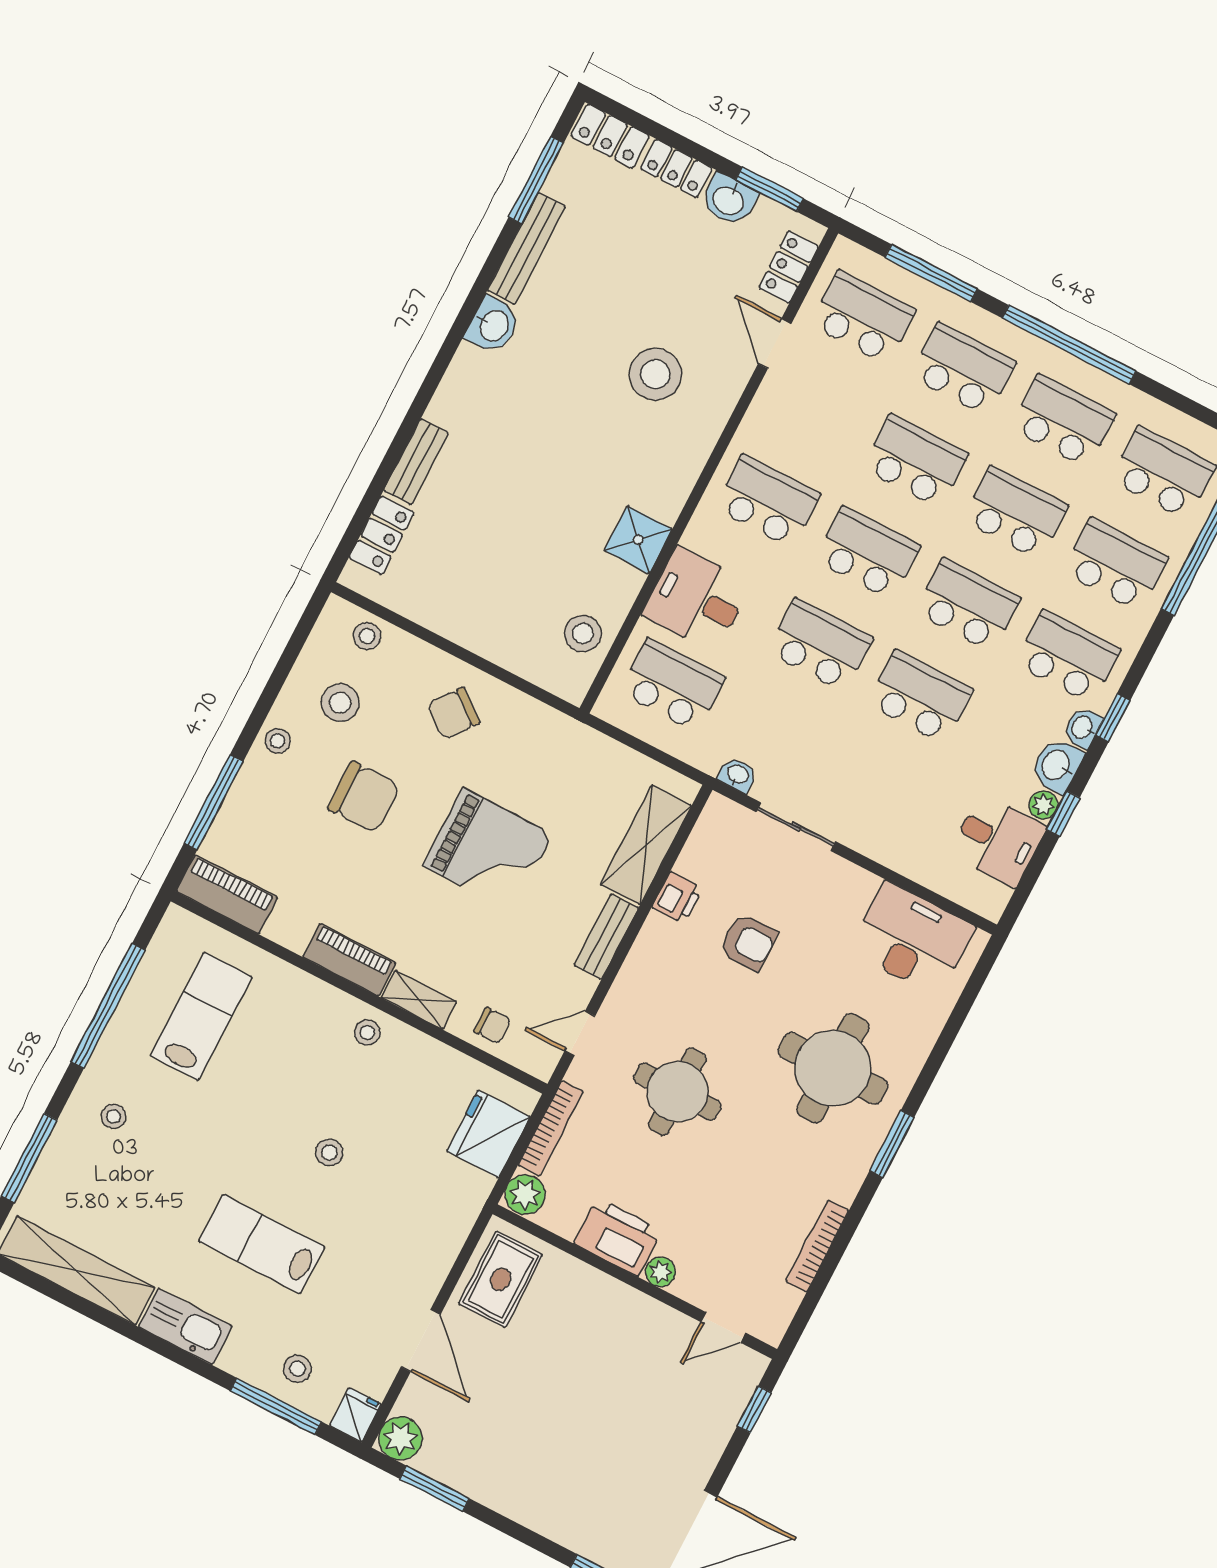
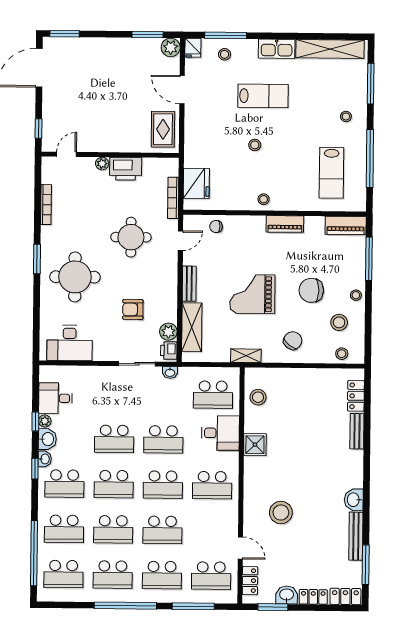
printer: (677, 898) -> (169, 350), moved
shelving: (419, 1000) -> (246, 356), moved
plant: (525, 1195) -> (168, 332), moved

